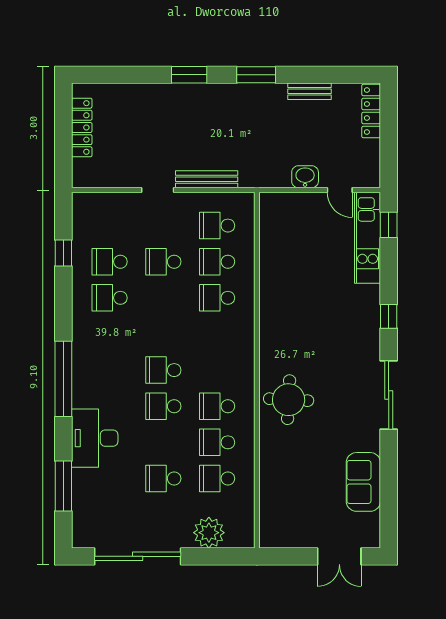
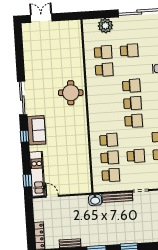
washbasin: (305, 177) -> (95, 200), moved
school desk: (217, 406) -> (134, 121), moved
sofa: (363, 482) -> (37, 130), moved

